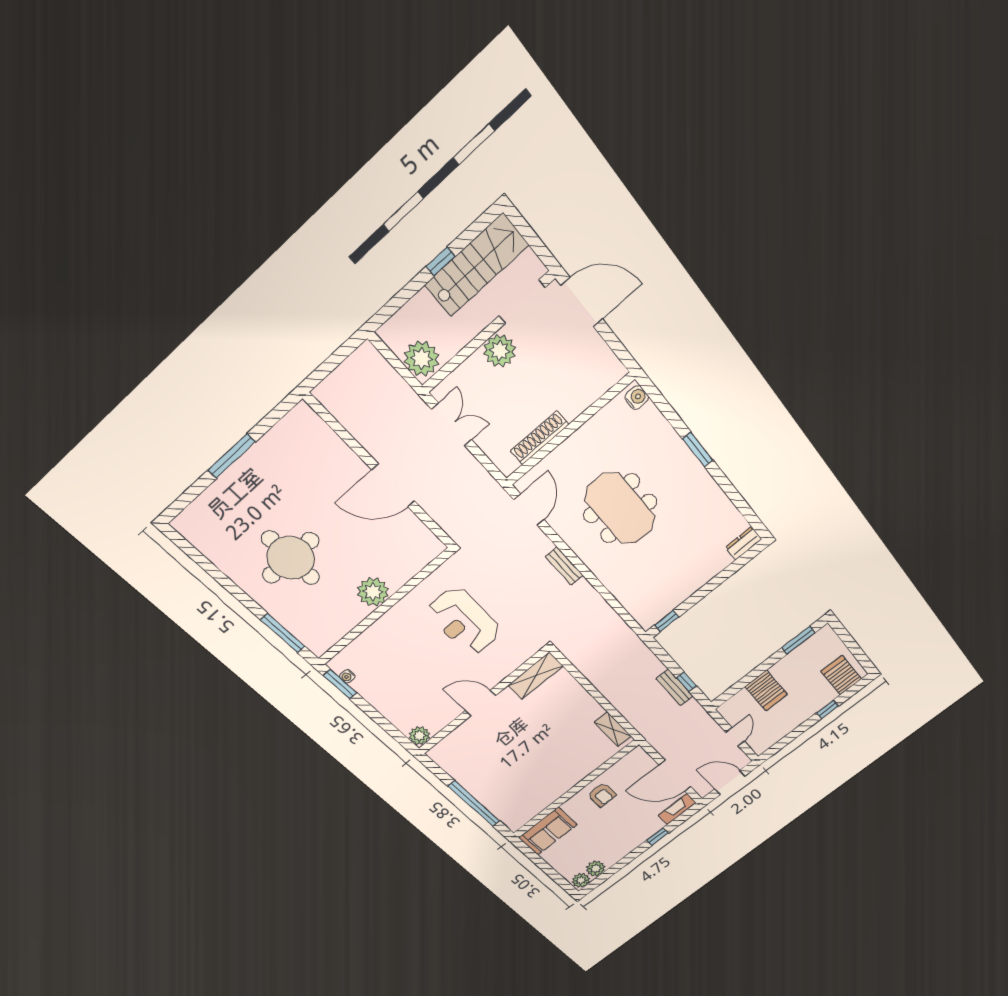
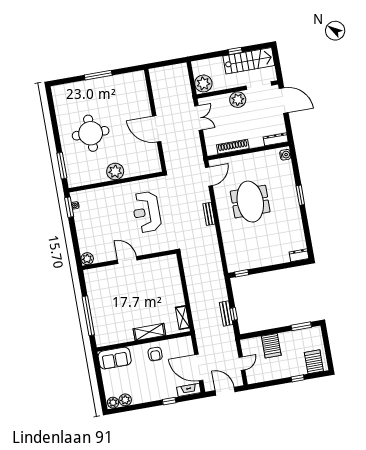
dresser: (606, 381) -> (276, 139), added
shelving: (535, 676) -> (149, 332), moved

